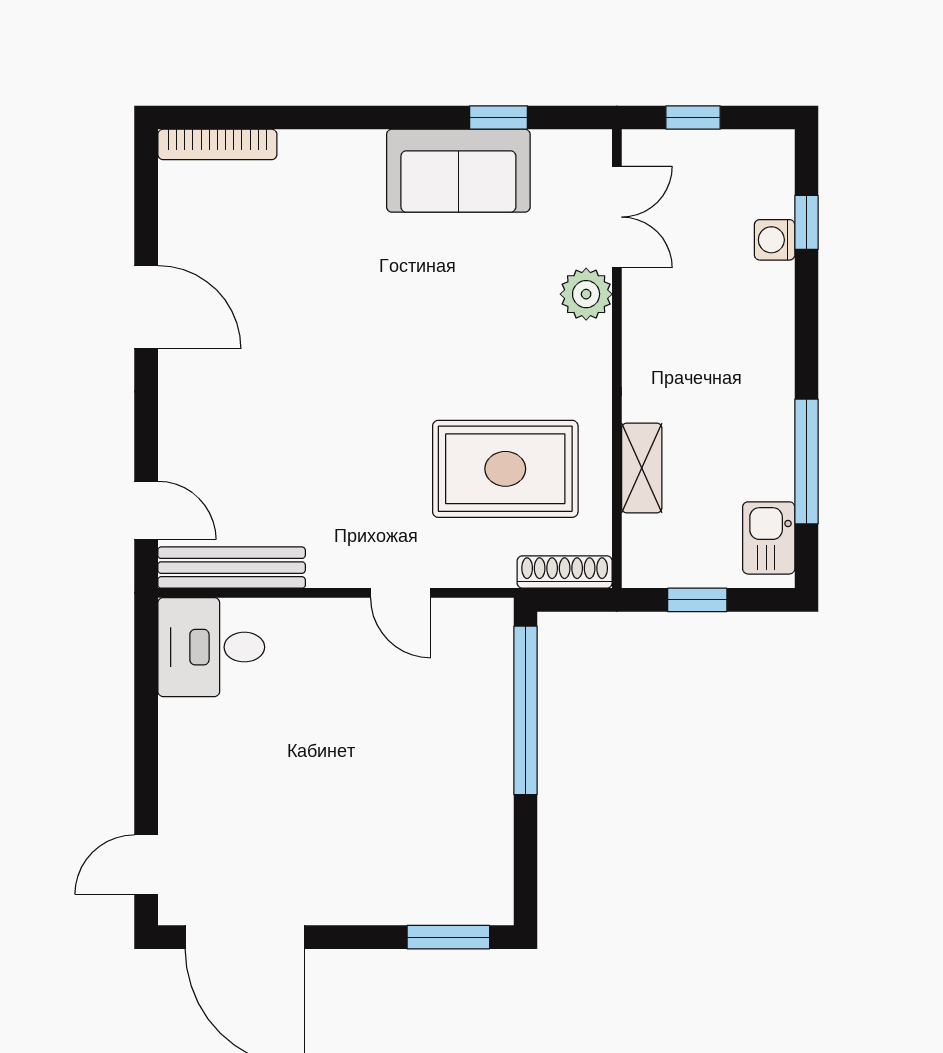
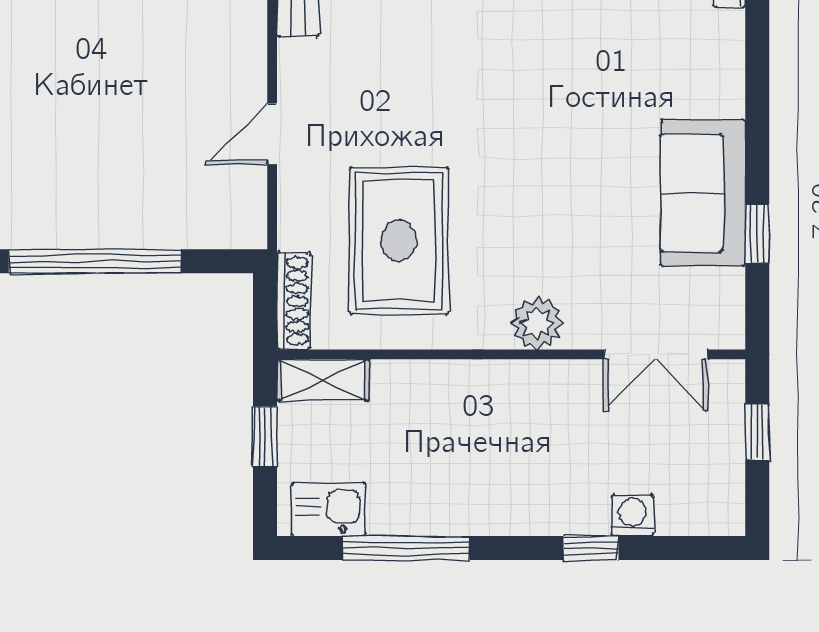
window: (807, 222) -> (591, 548), moved
plant: (586, 294) -> (537, 323), moved
shelving: (642, 468) -> (323, 380), moved
window: (526, 710) -> (95, 261), moved

